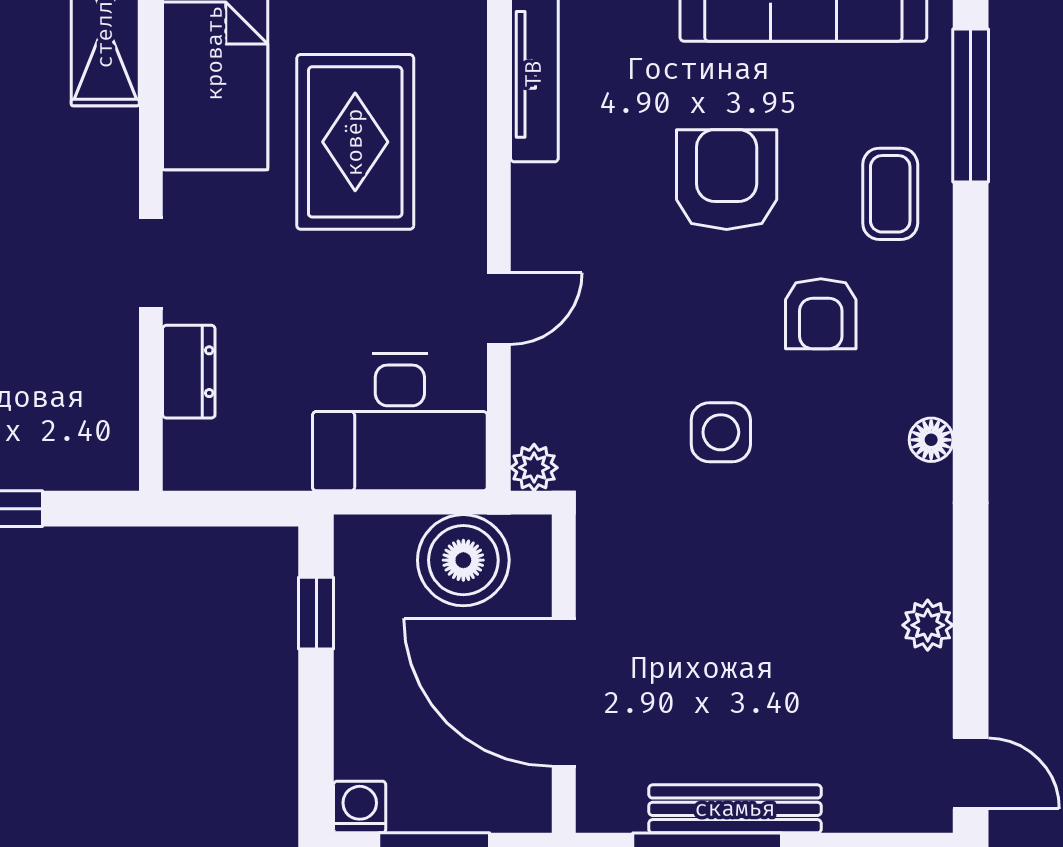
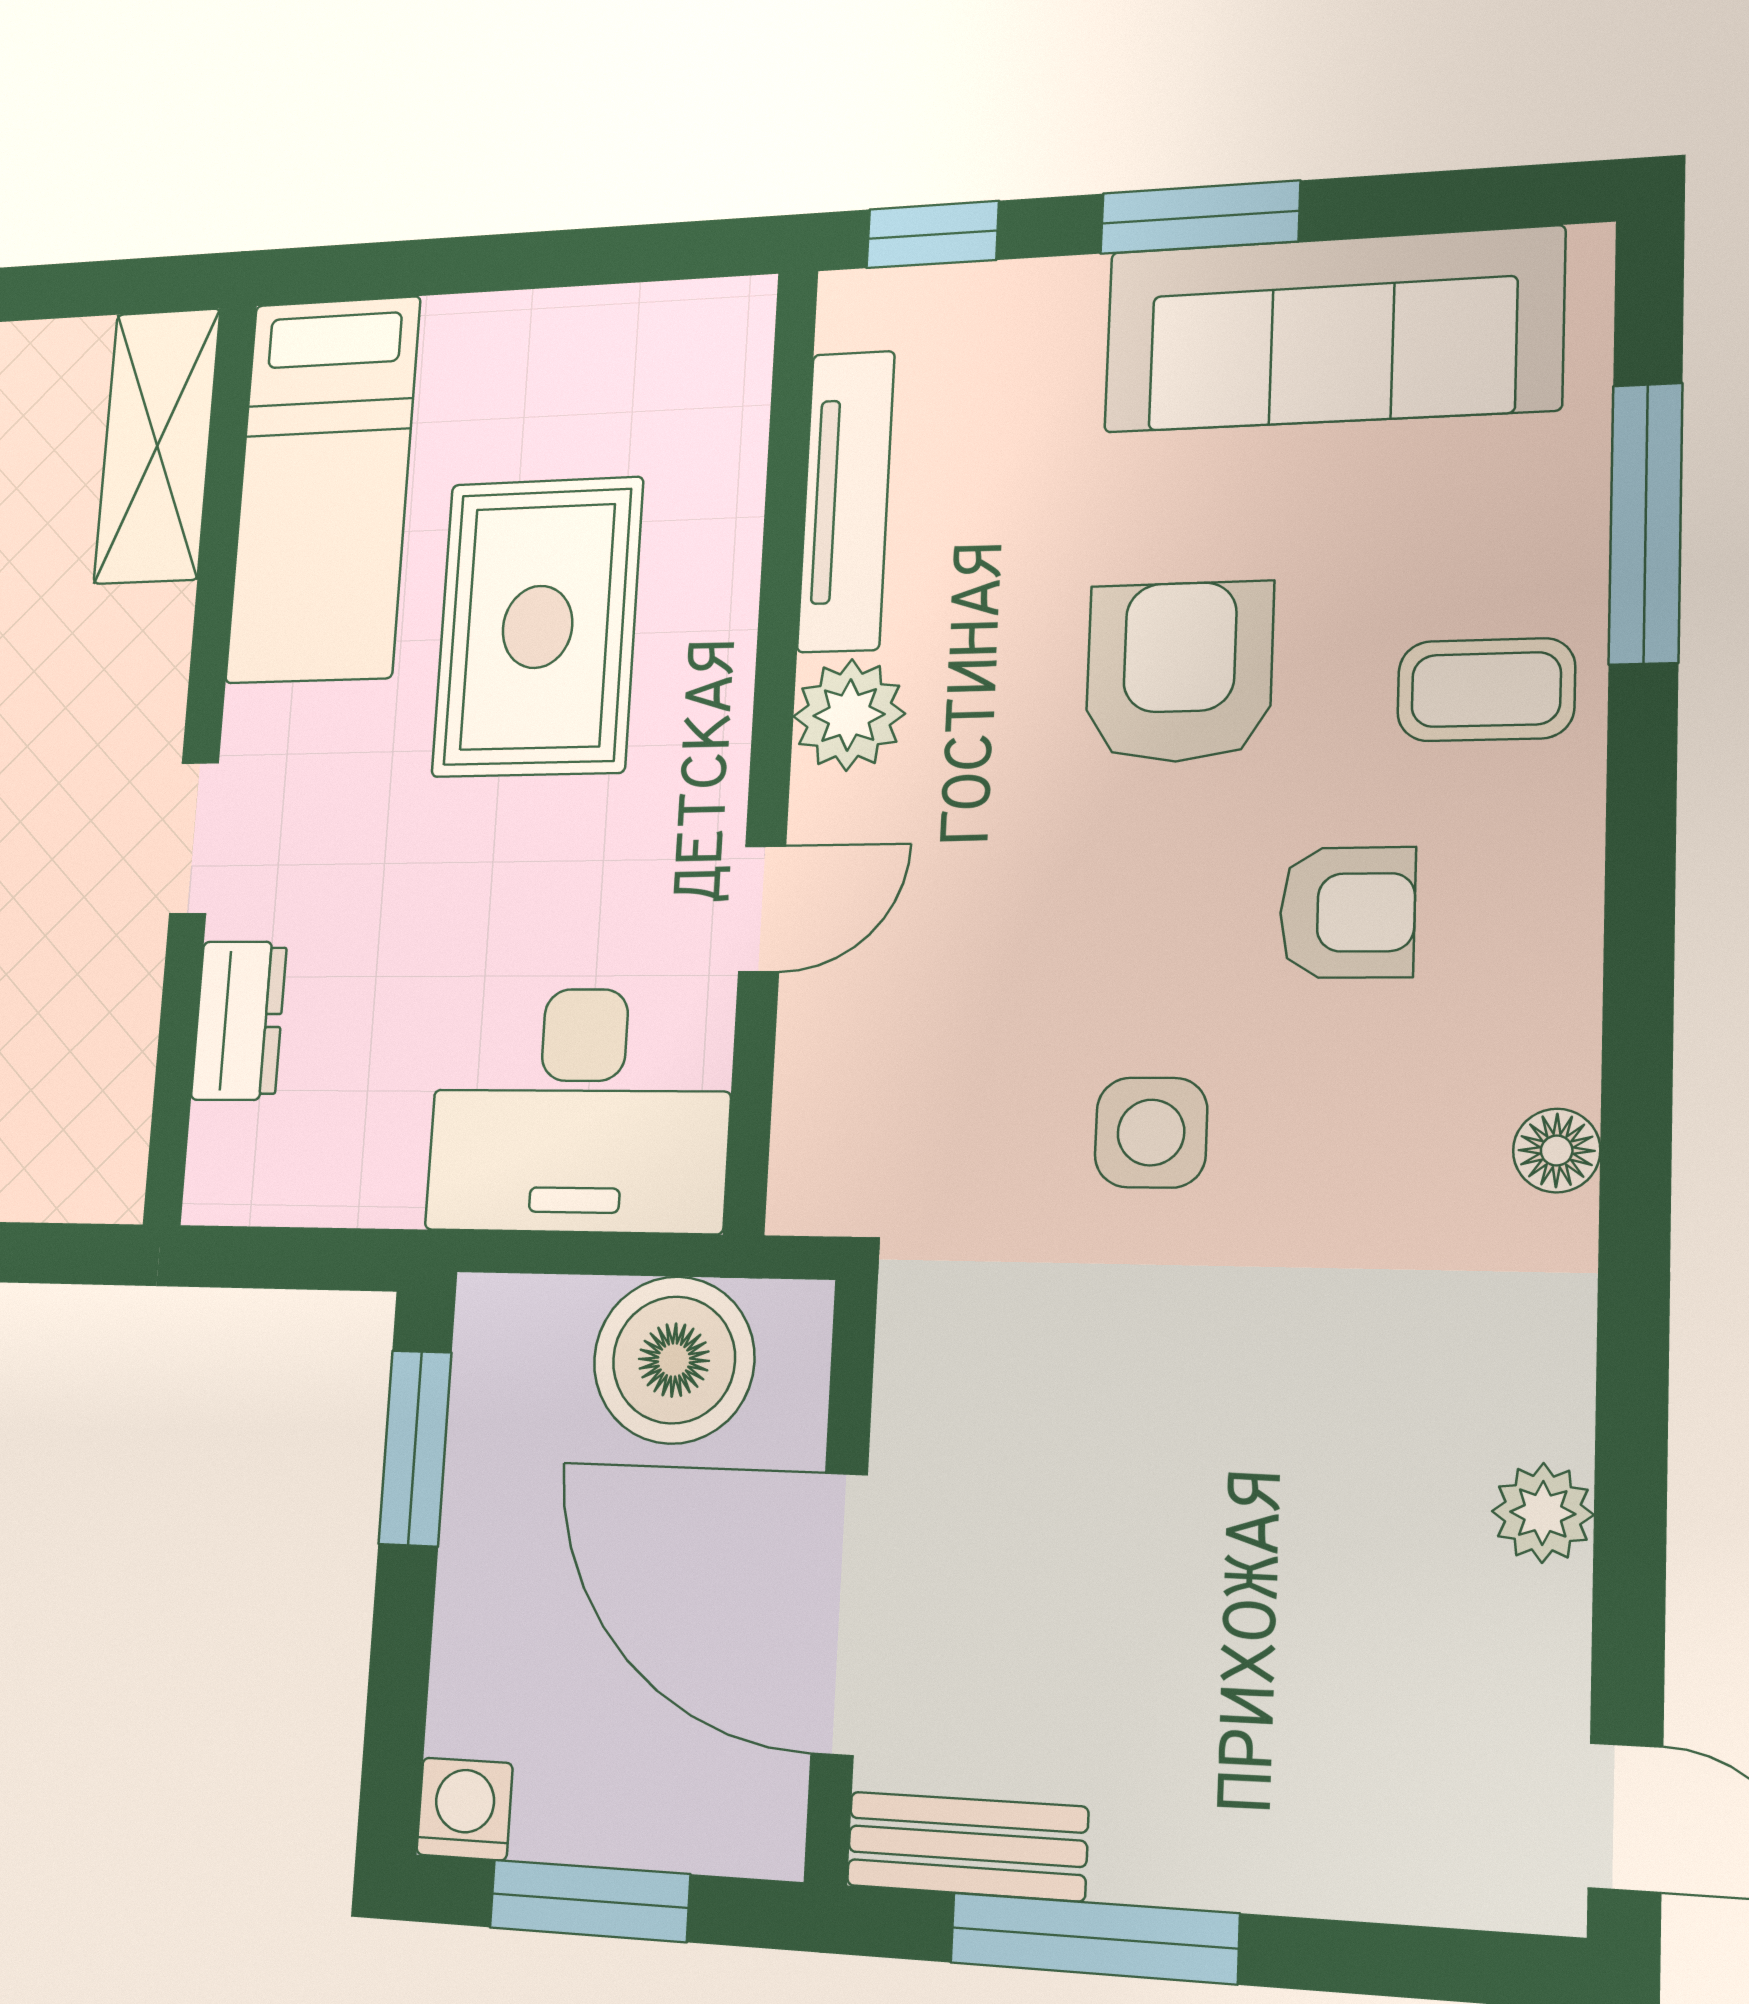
coffee table: (890, 194) -> (1486, 690), turned 90
armchair: (821, 314) -> (1347, 912), turned -90
plant: (534, 468) -> (849, 715), moved, width x1.38, depth x1.38
window: (316, 613) -> (415, 1448), width x1.50
bench: (735, 809) -> (967, 1846), moved, width x0.73

